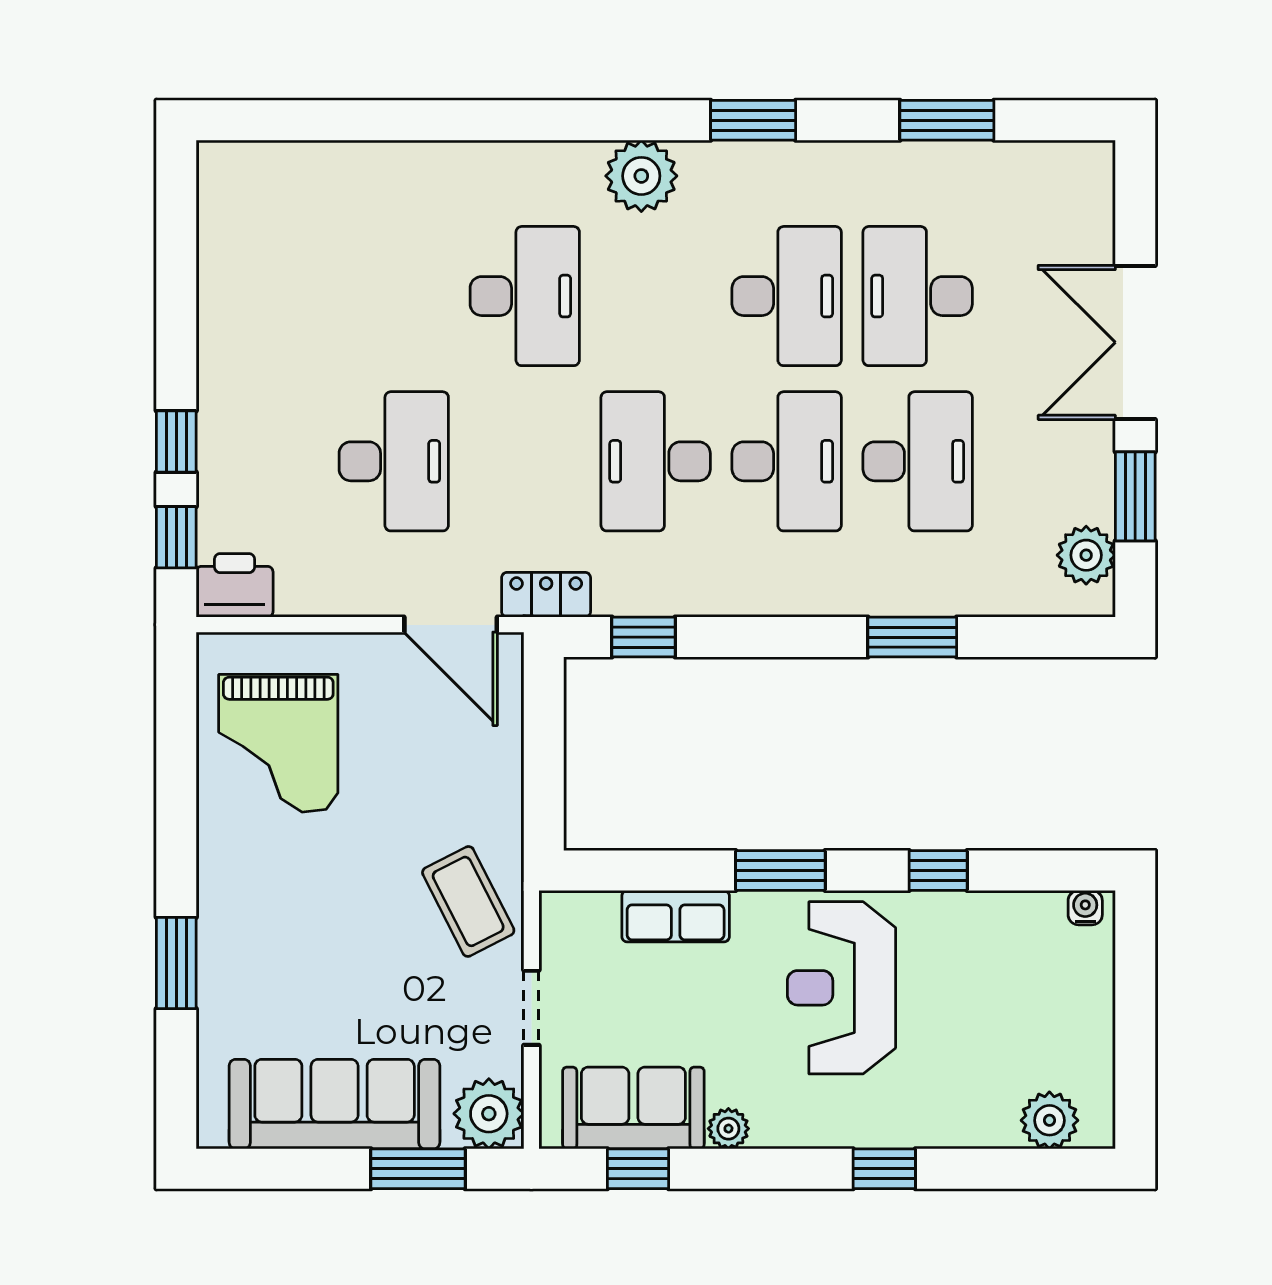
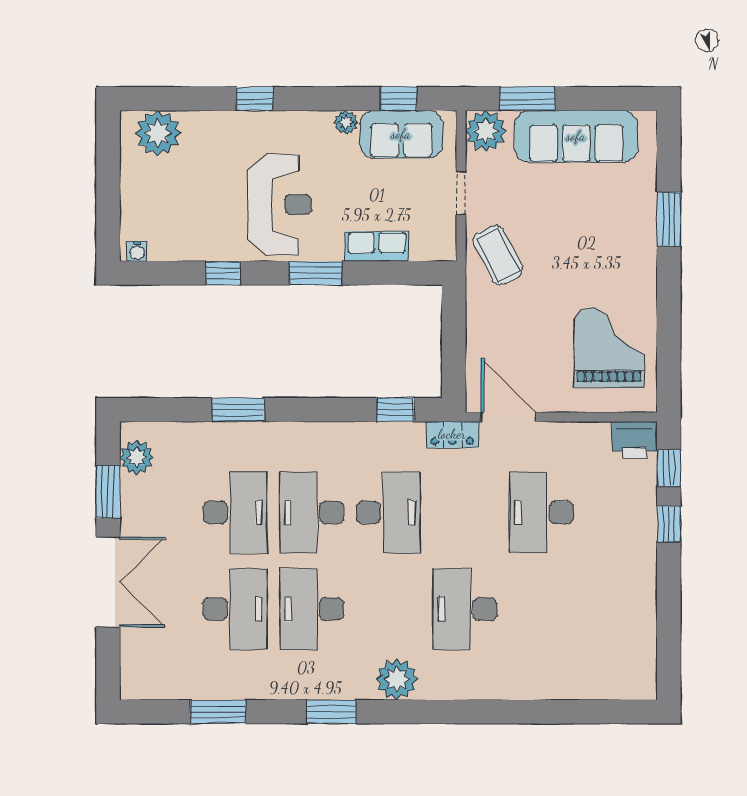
desk: (918, 461) -> (235, 512), turned 180
plant: (1049, 1120) -> (158, 133), width x1.36, depth x1.36

